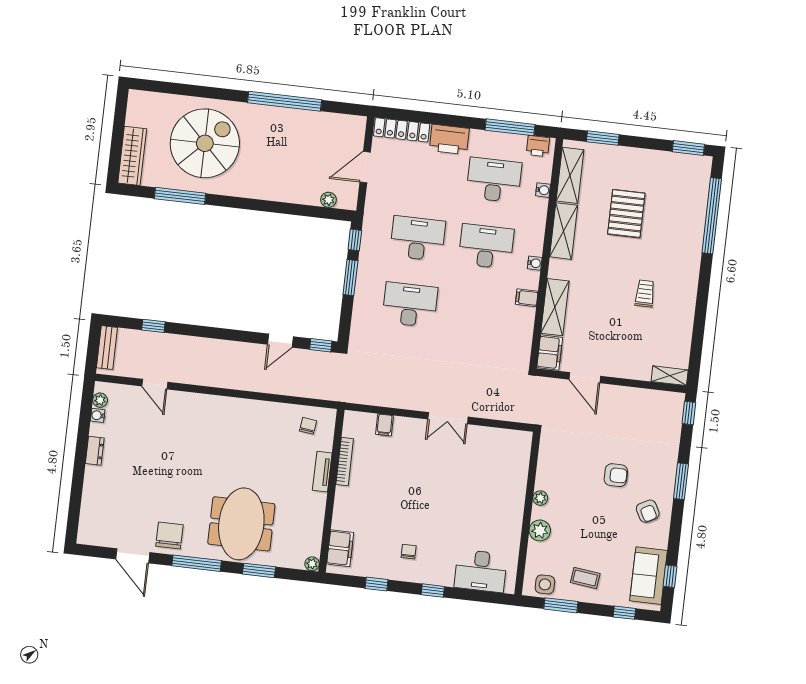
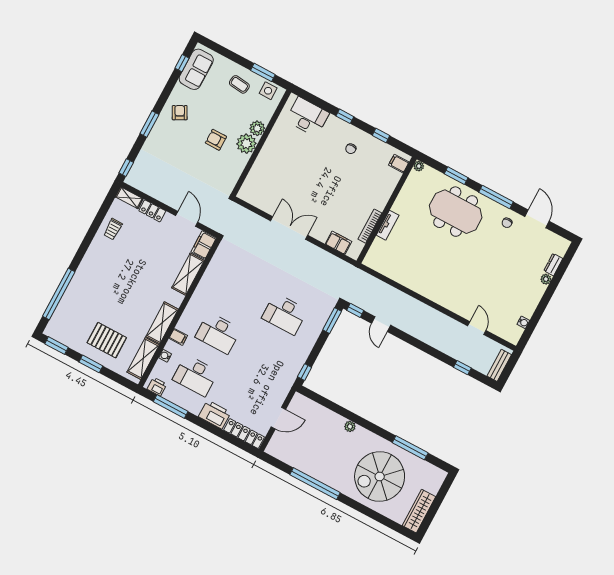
window: (603, 138) -> (91, 364), moved
wardrobe: (132, 156) -> (419, 511), moved
plant: (329, 200) -> (350, 426), moved
pallet: (626, 214) -> (107, 340), moved, turned 90
desk: (418, 238) -> (262, 356), removed
water cooler: (535, 263) -> (190, 309), removed
window: (350, 278) -> (332, 321), moved
trolley: (645, 293) -> (113, 229), moved
filing cabinet: (527, 298) -> (178, 337), moved
door: (280, 341) -> (381, 324), swing flipped
locker: (633, 371) -> (152, 211), added
plant: (100, 400) -> (546, 279), moved
double door: (448, 418) -> (289, 228), width x1.37
filing cabinet: (384, 425) -> (338, 243), width x2.00
chair: (308, 426) -> (385, 260), removed
dresser: (95, 451) -> (553, 265), moved
armchair: (616, 475) -> (216, 140), moved
plant: (540, 498) -> (246, 144), width x1.88, depth x1.88
meeting table: (241, 524) -> (456, 212), turned 90
chair: (169, 535) -> (507, 223), width x0.54, depth x0.54
filing cabinet: (340, 548) -> (399, 164), width x0.50
window: (624, 613) -> (222, 51), removed

